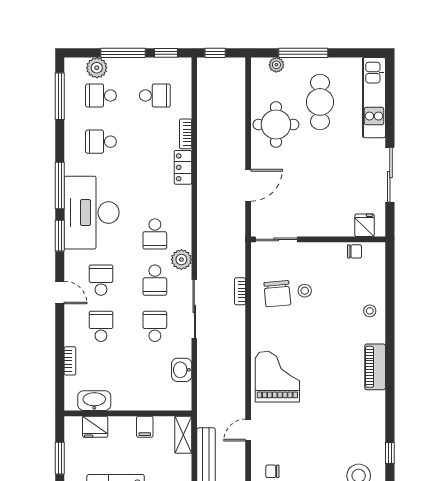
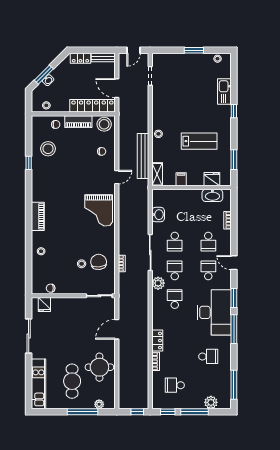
school desk: (101, 95) -> (208, 385), removed
school desk: (101, 280) -> (208, 270), turned 180

